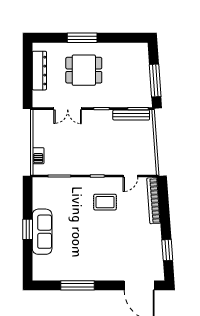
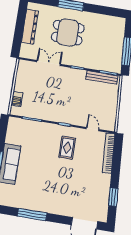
double door: (68, 109) -> (49, 63), swing flipped
door: (130, 176) -> (92, 129), swing flipped
rug: (105, 202) -> (67, 148), turned 90

